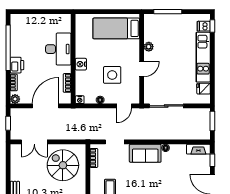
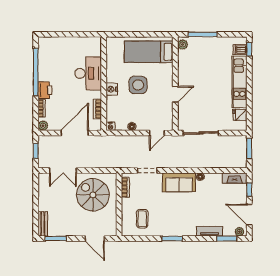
plant: (149, 47) -> (183, 44), moved
side table: (112, 75) -> (138, 85), moved

